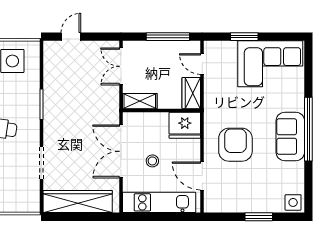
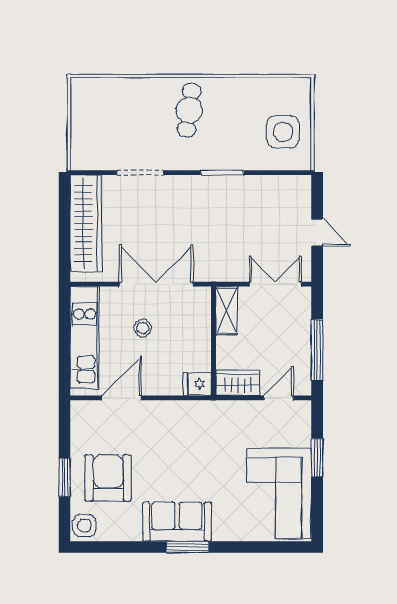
door: (71, 37) -> (317, 232), moved
fridge: (185, 125) -> (197, 384), width x0.53, depth x0.75
window: (308, 129) -> (187, 547), width x0.47
armchair: (235, 145) -> (108, 478), moved, turned -90

